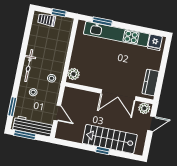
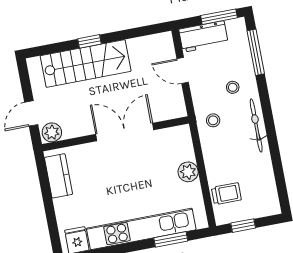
trolley: (47, 20) -> (226, 194), moved
plant: (74, 74) -> (188, 172), moved
double door: (118, 95) -> (125, 132), moved
window: (12, 107) -> (256, 52), width x1.44
workbench: (33, 126) -> (203, 37), width x0.73

